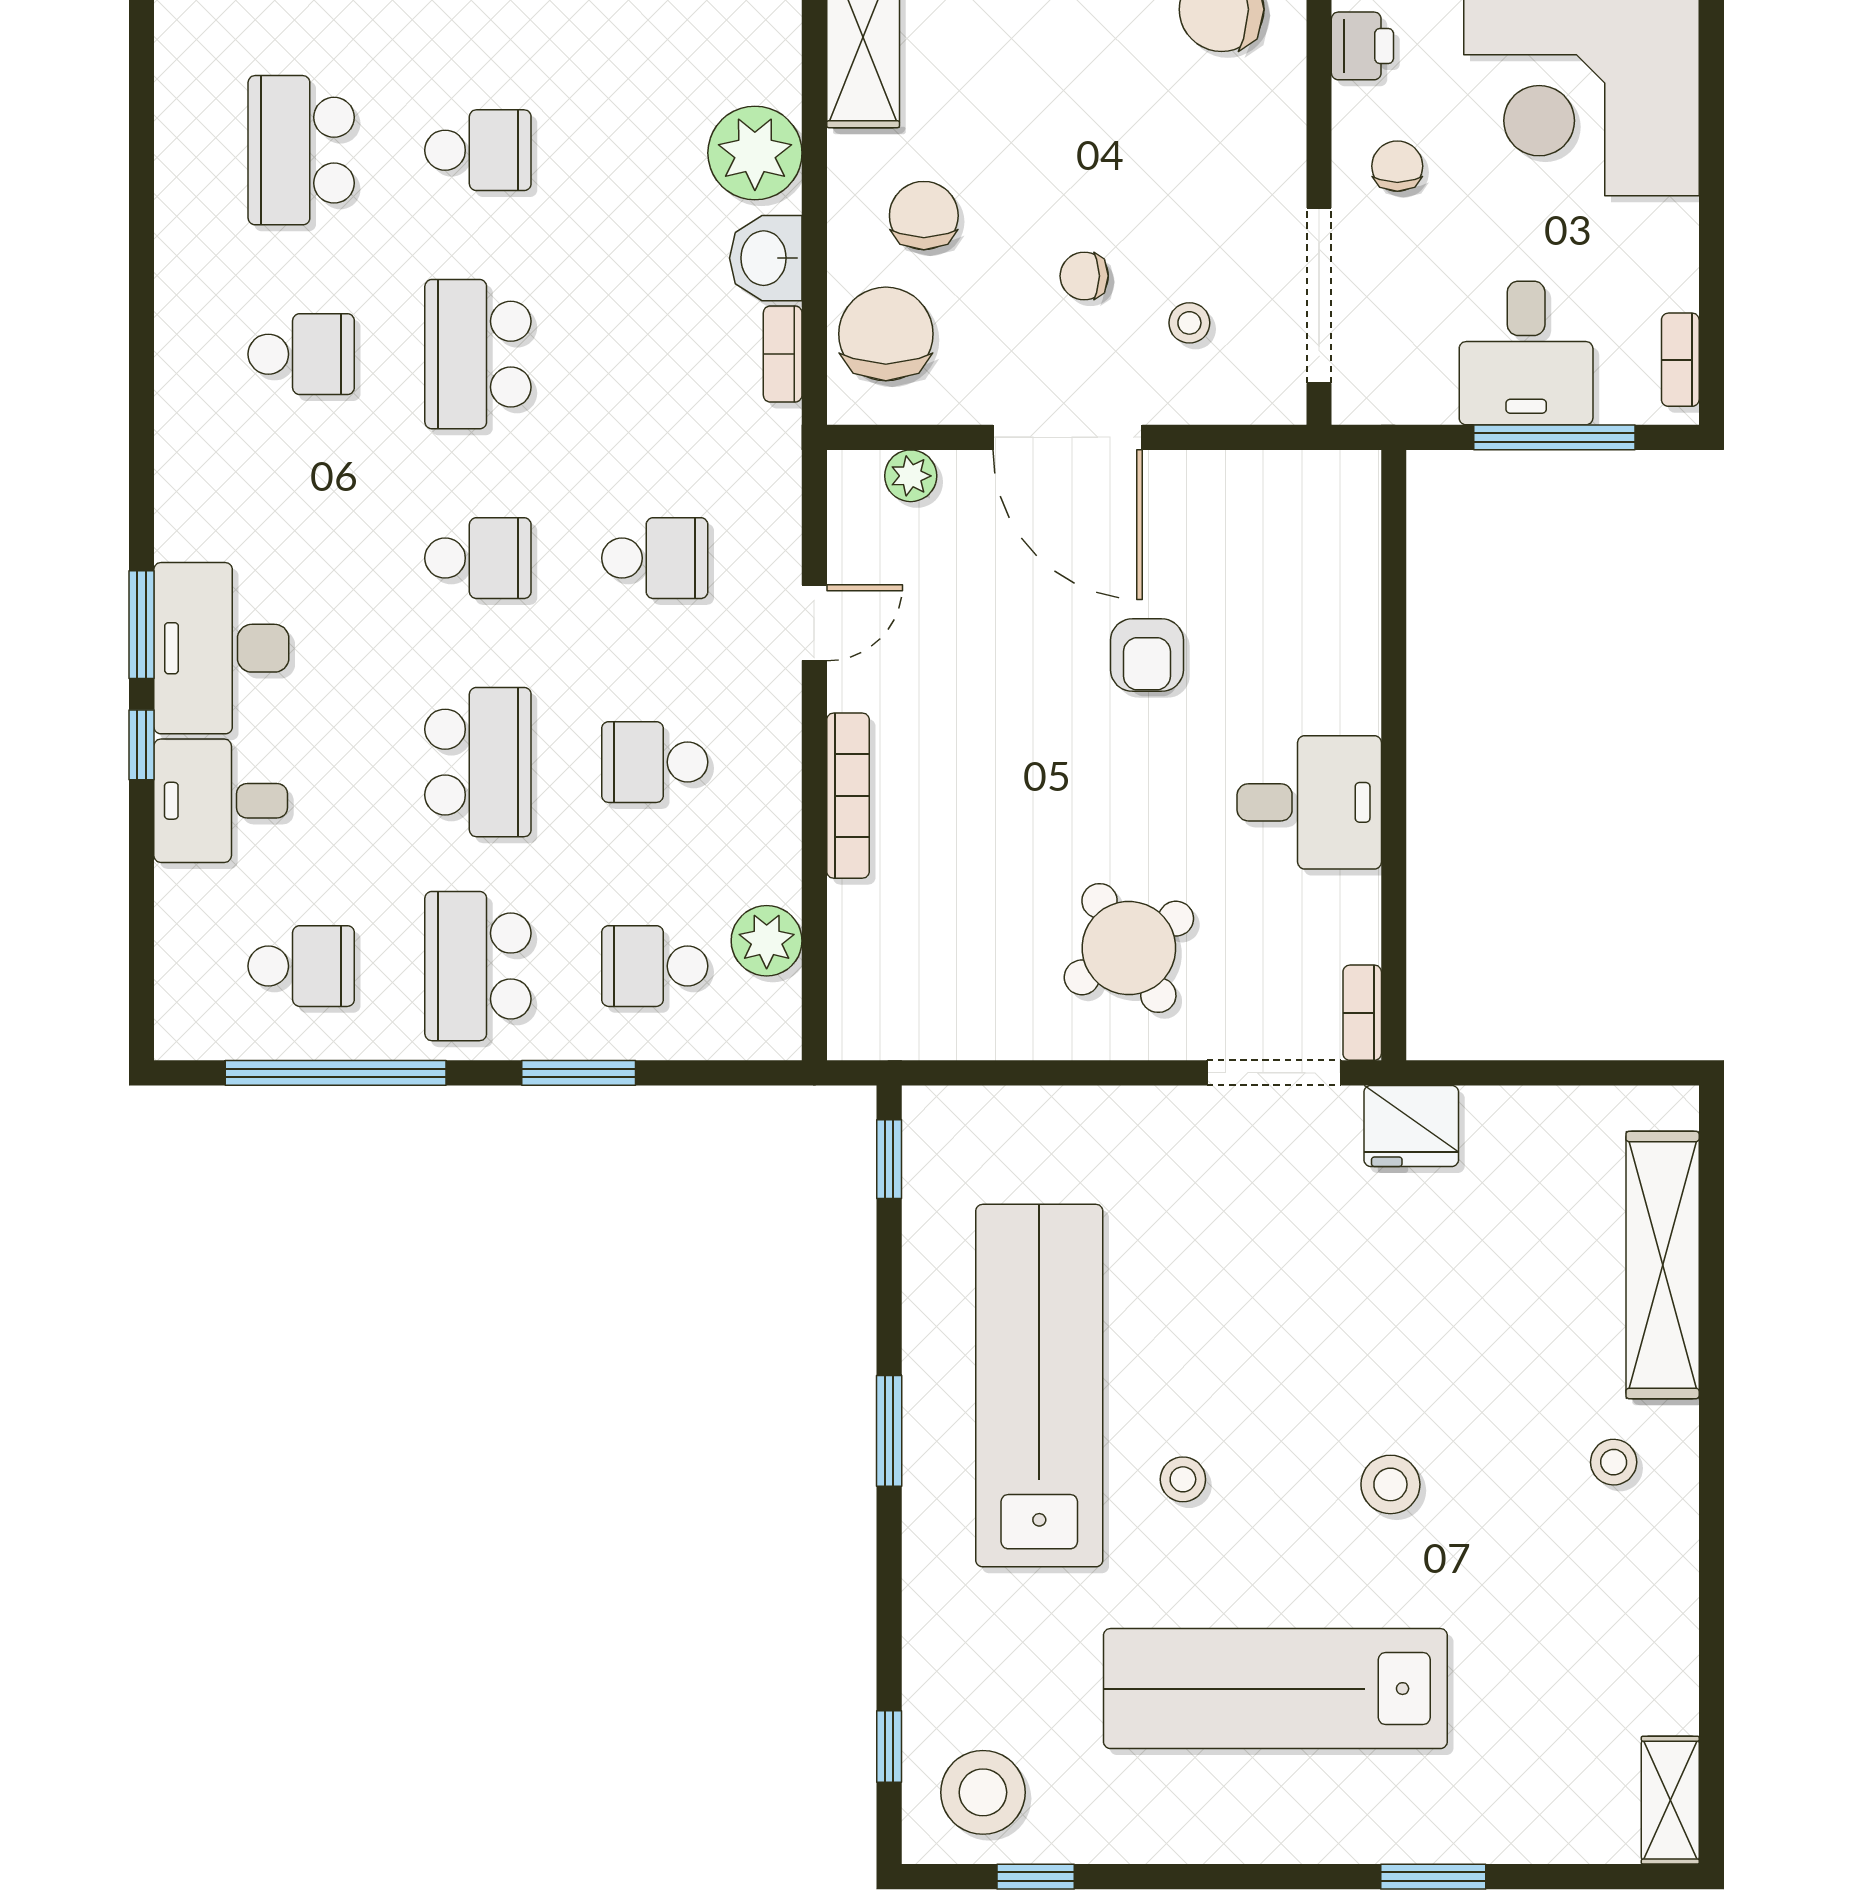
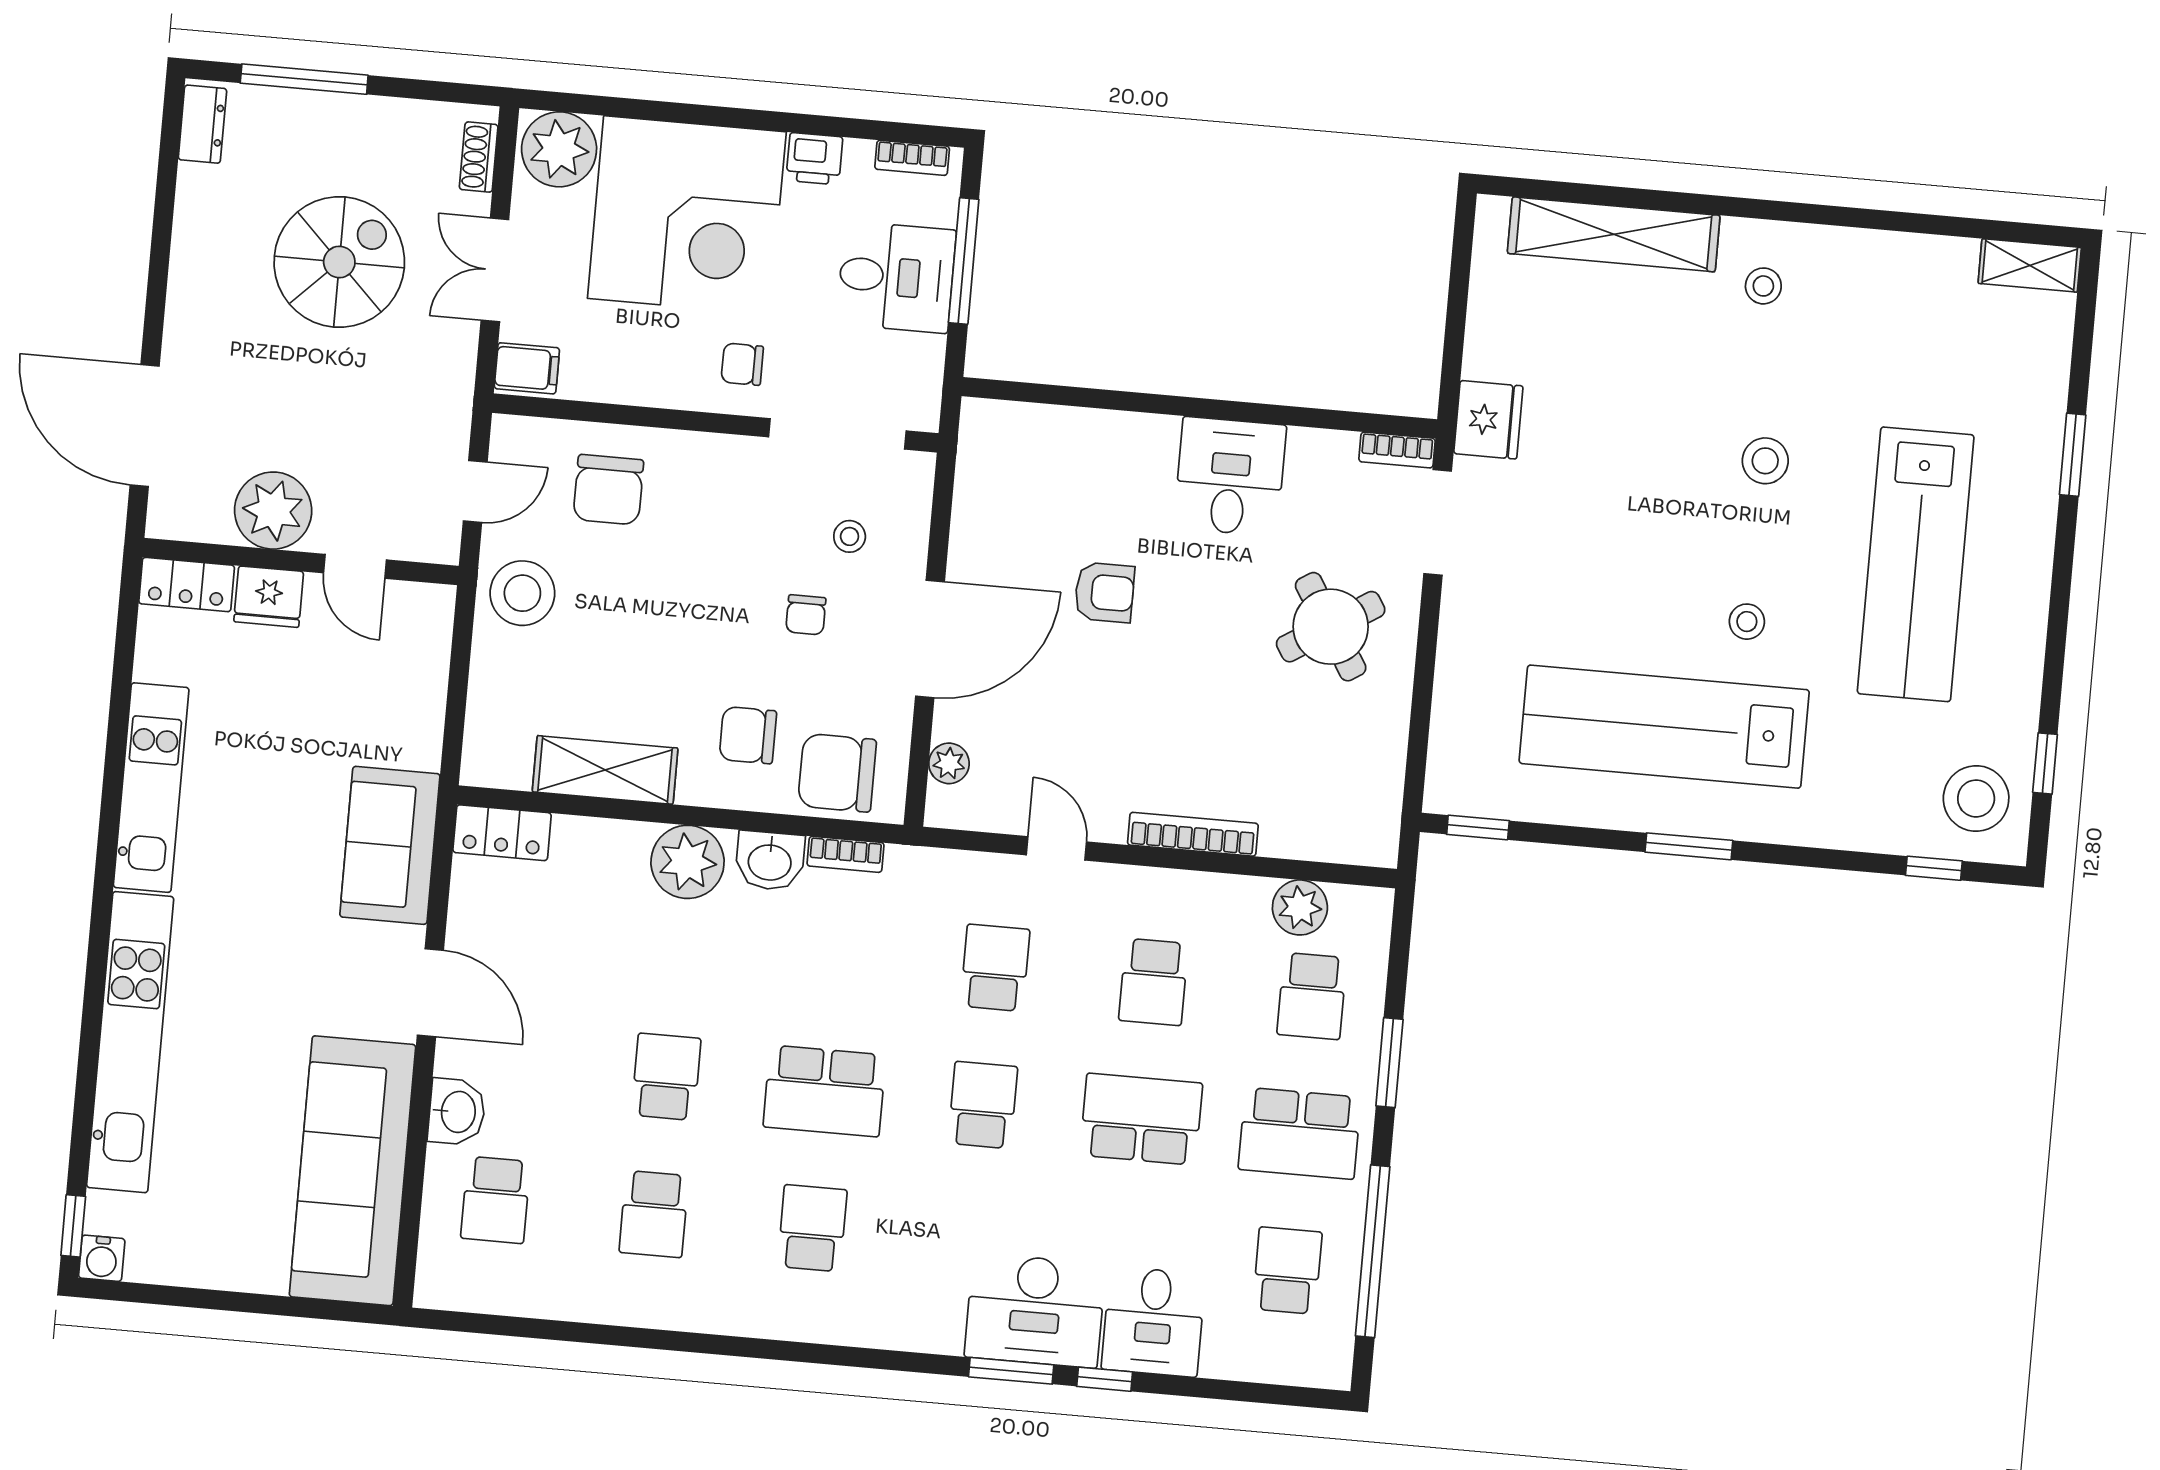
printer: (1362, 46) -> (814, 159), moved, turned 180
school desk: (301, 150) -> (654, 1214), width x0.54

